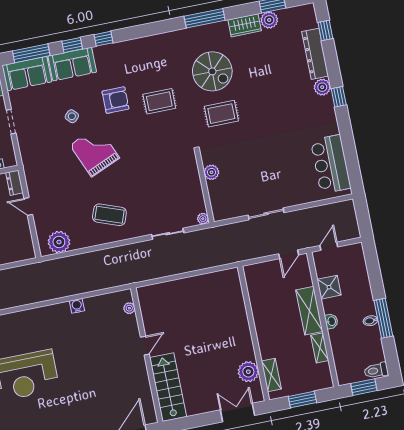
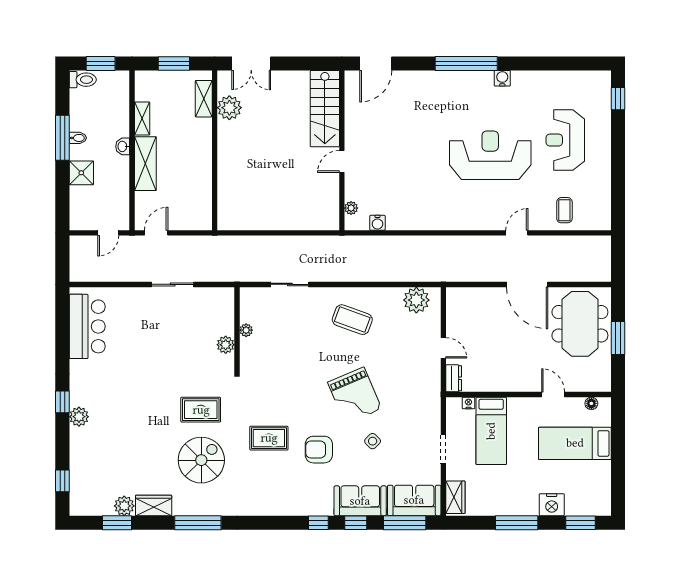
dresser: (315, 54) -> (79, 456), removed
spiral stairs: (212, 71) -> (201, 460), turned 90
plant: (203, 219) -> (246, 330), moved
shower: (329, 287) -> (81, 173), moved
water cooler: (77, 306) -> (377, 223), moved

